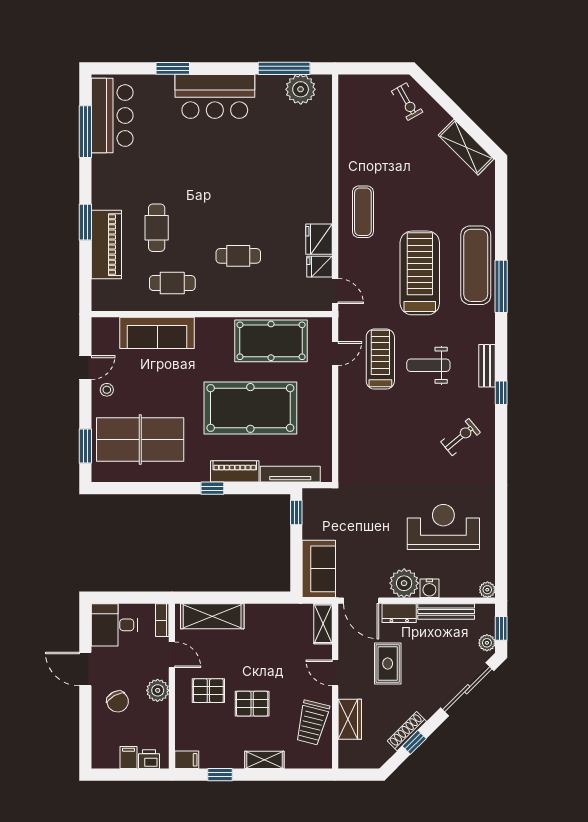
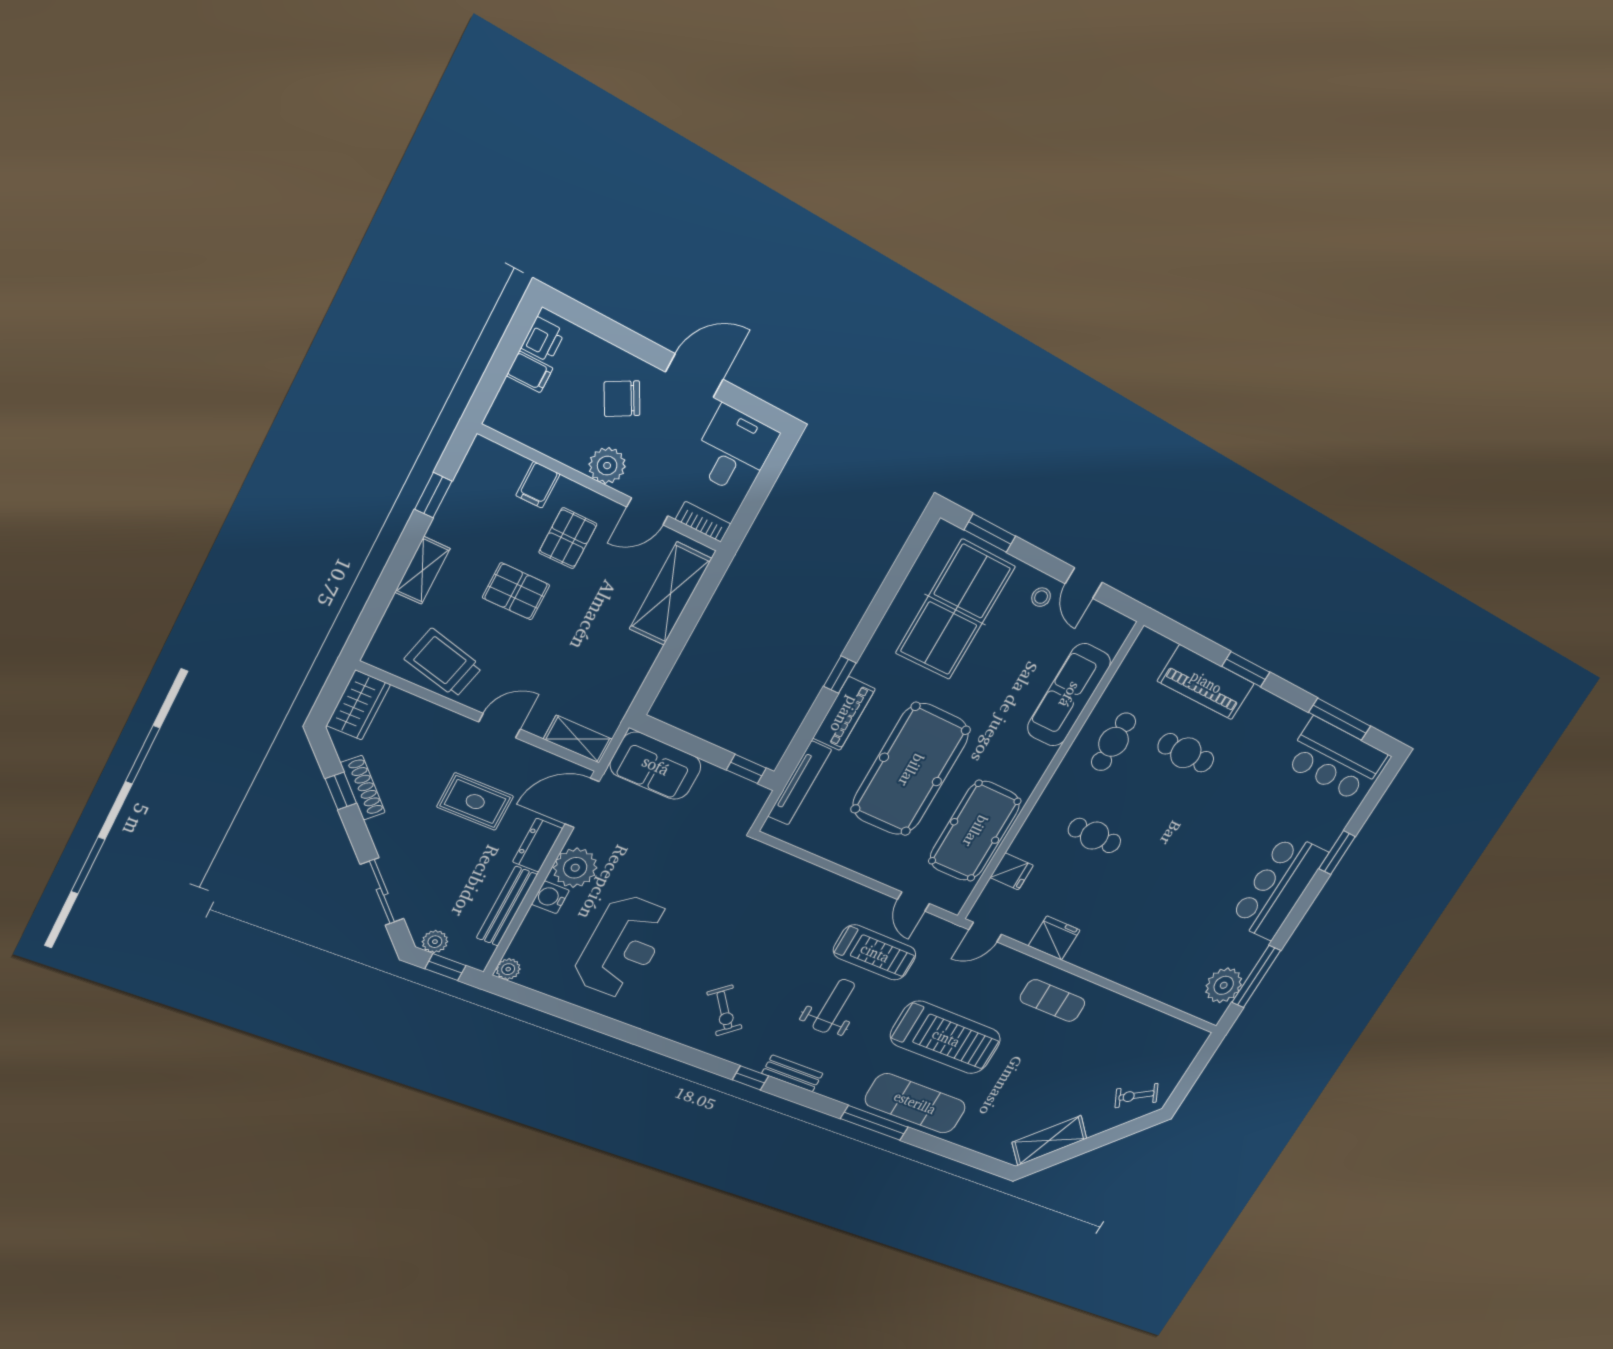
cafe table: (238, 256) -> (1094, 836), turned 90
fridge: (319, 267) -> (1012, 871), moved, turned 90
sliding door: (467, 689) -> (382, 892), width x0.73
pallet: (252, 704) -> (516, 591), turned 90
wardrobe: (350, 719) -> (358, 705), moved, turned -90
printer: (149, 759) -> (543, 340), moved
filing cabinet: (187, 760) -> (538, 485), moved

